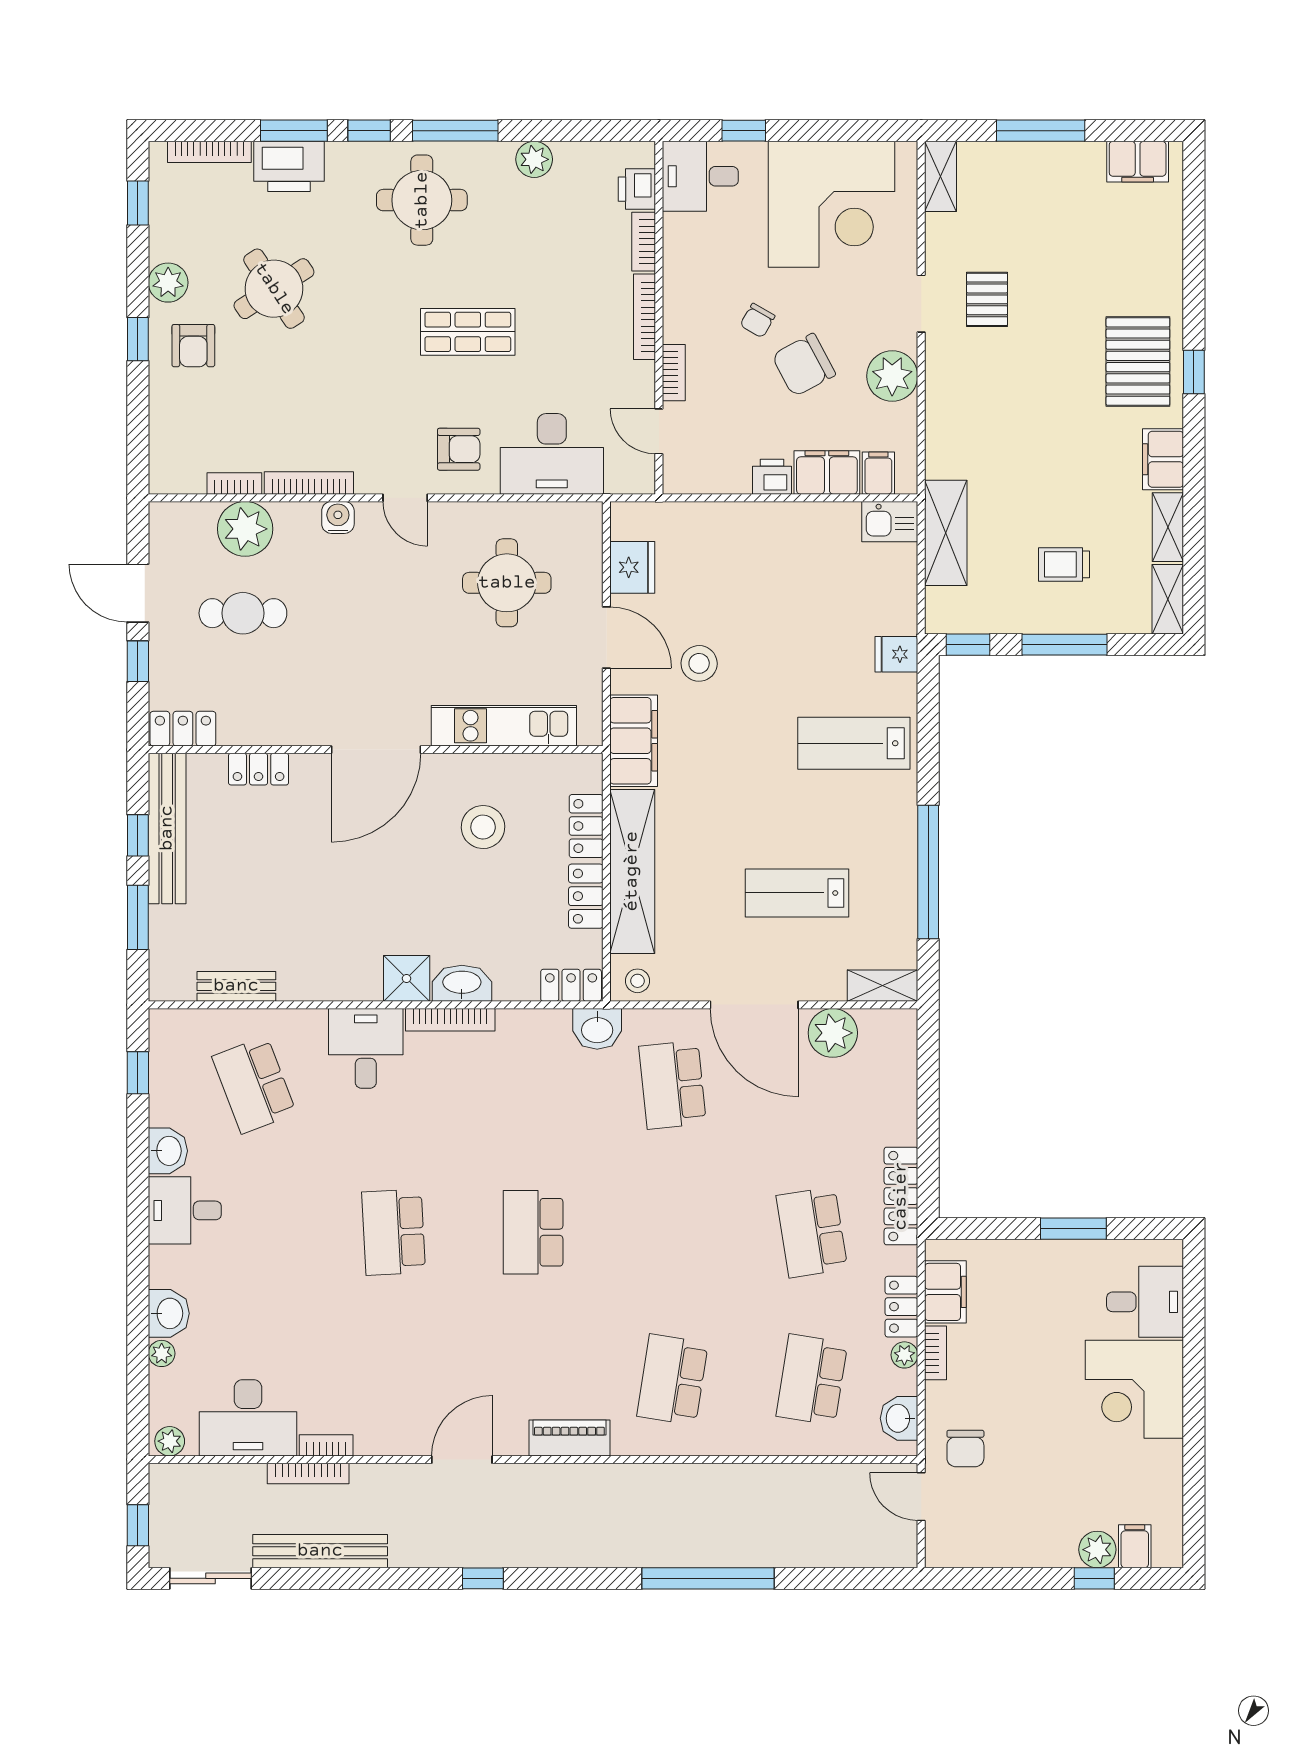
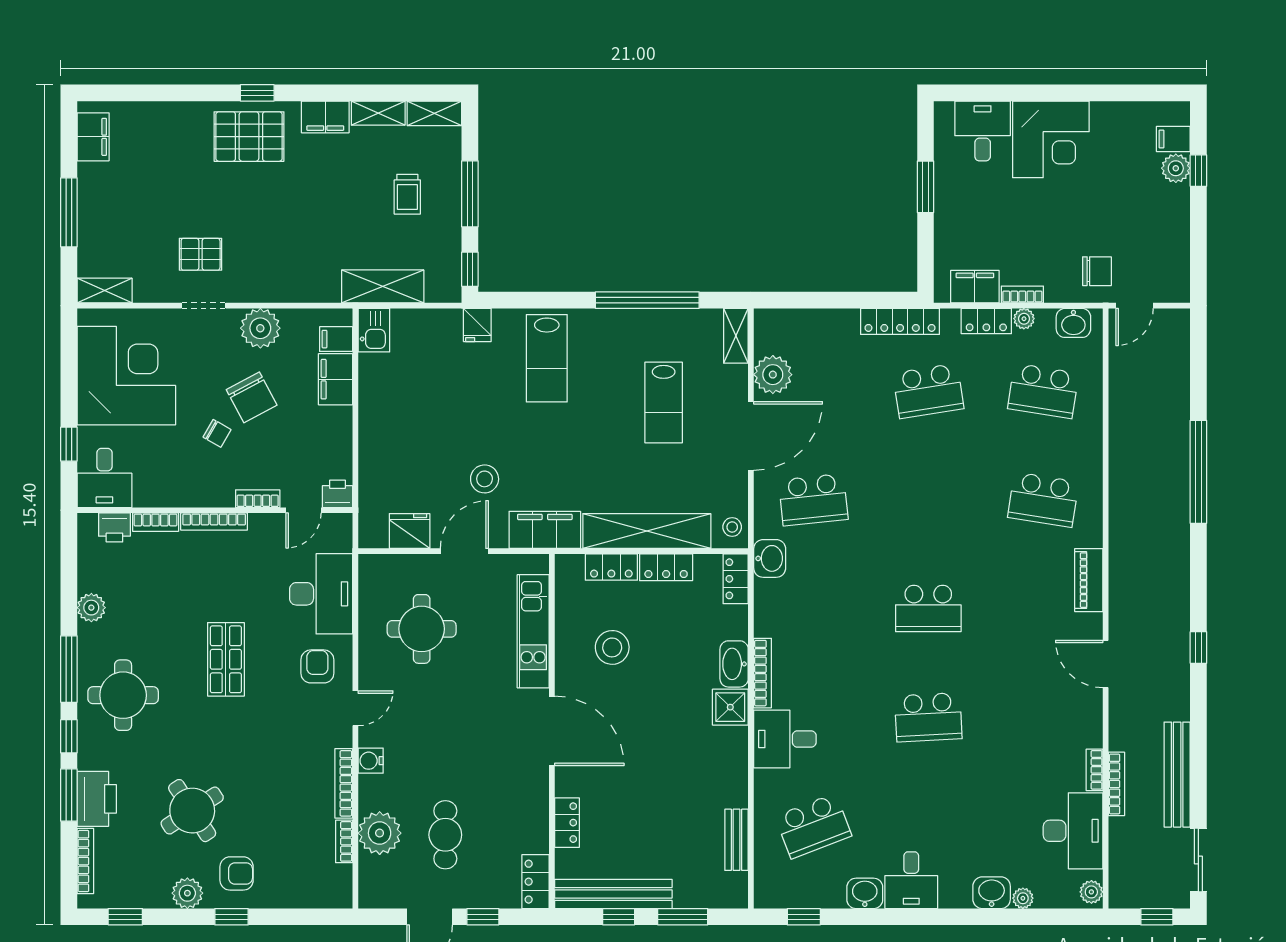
printer: (772, 477) -> (337, 494), moved, turned 90

